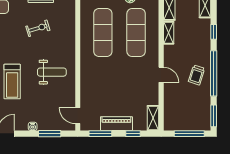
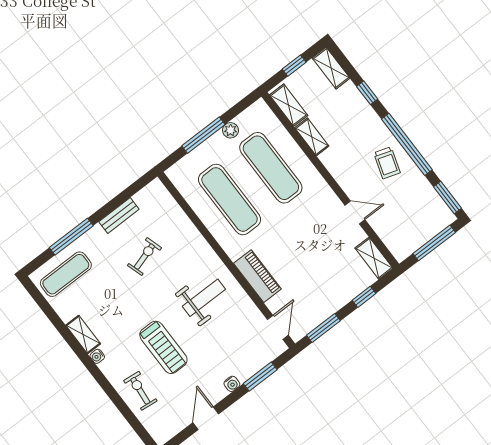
door: (161, 75) -> (355, 212), moved
door: (78, 116) -> (278, 327), swing flipped
piano: (116, 124) -> (257, 276), moved, turned 90

